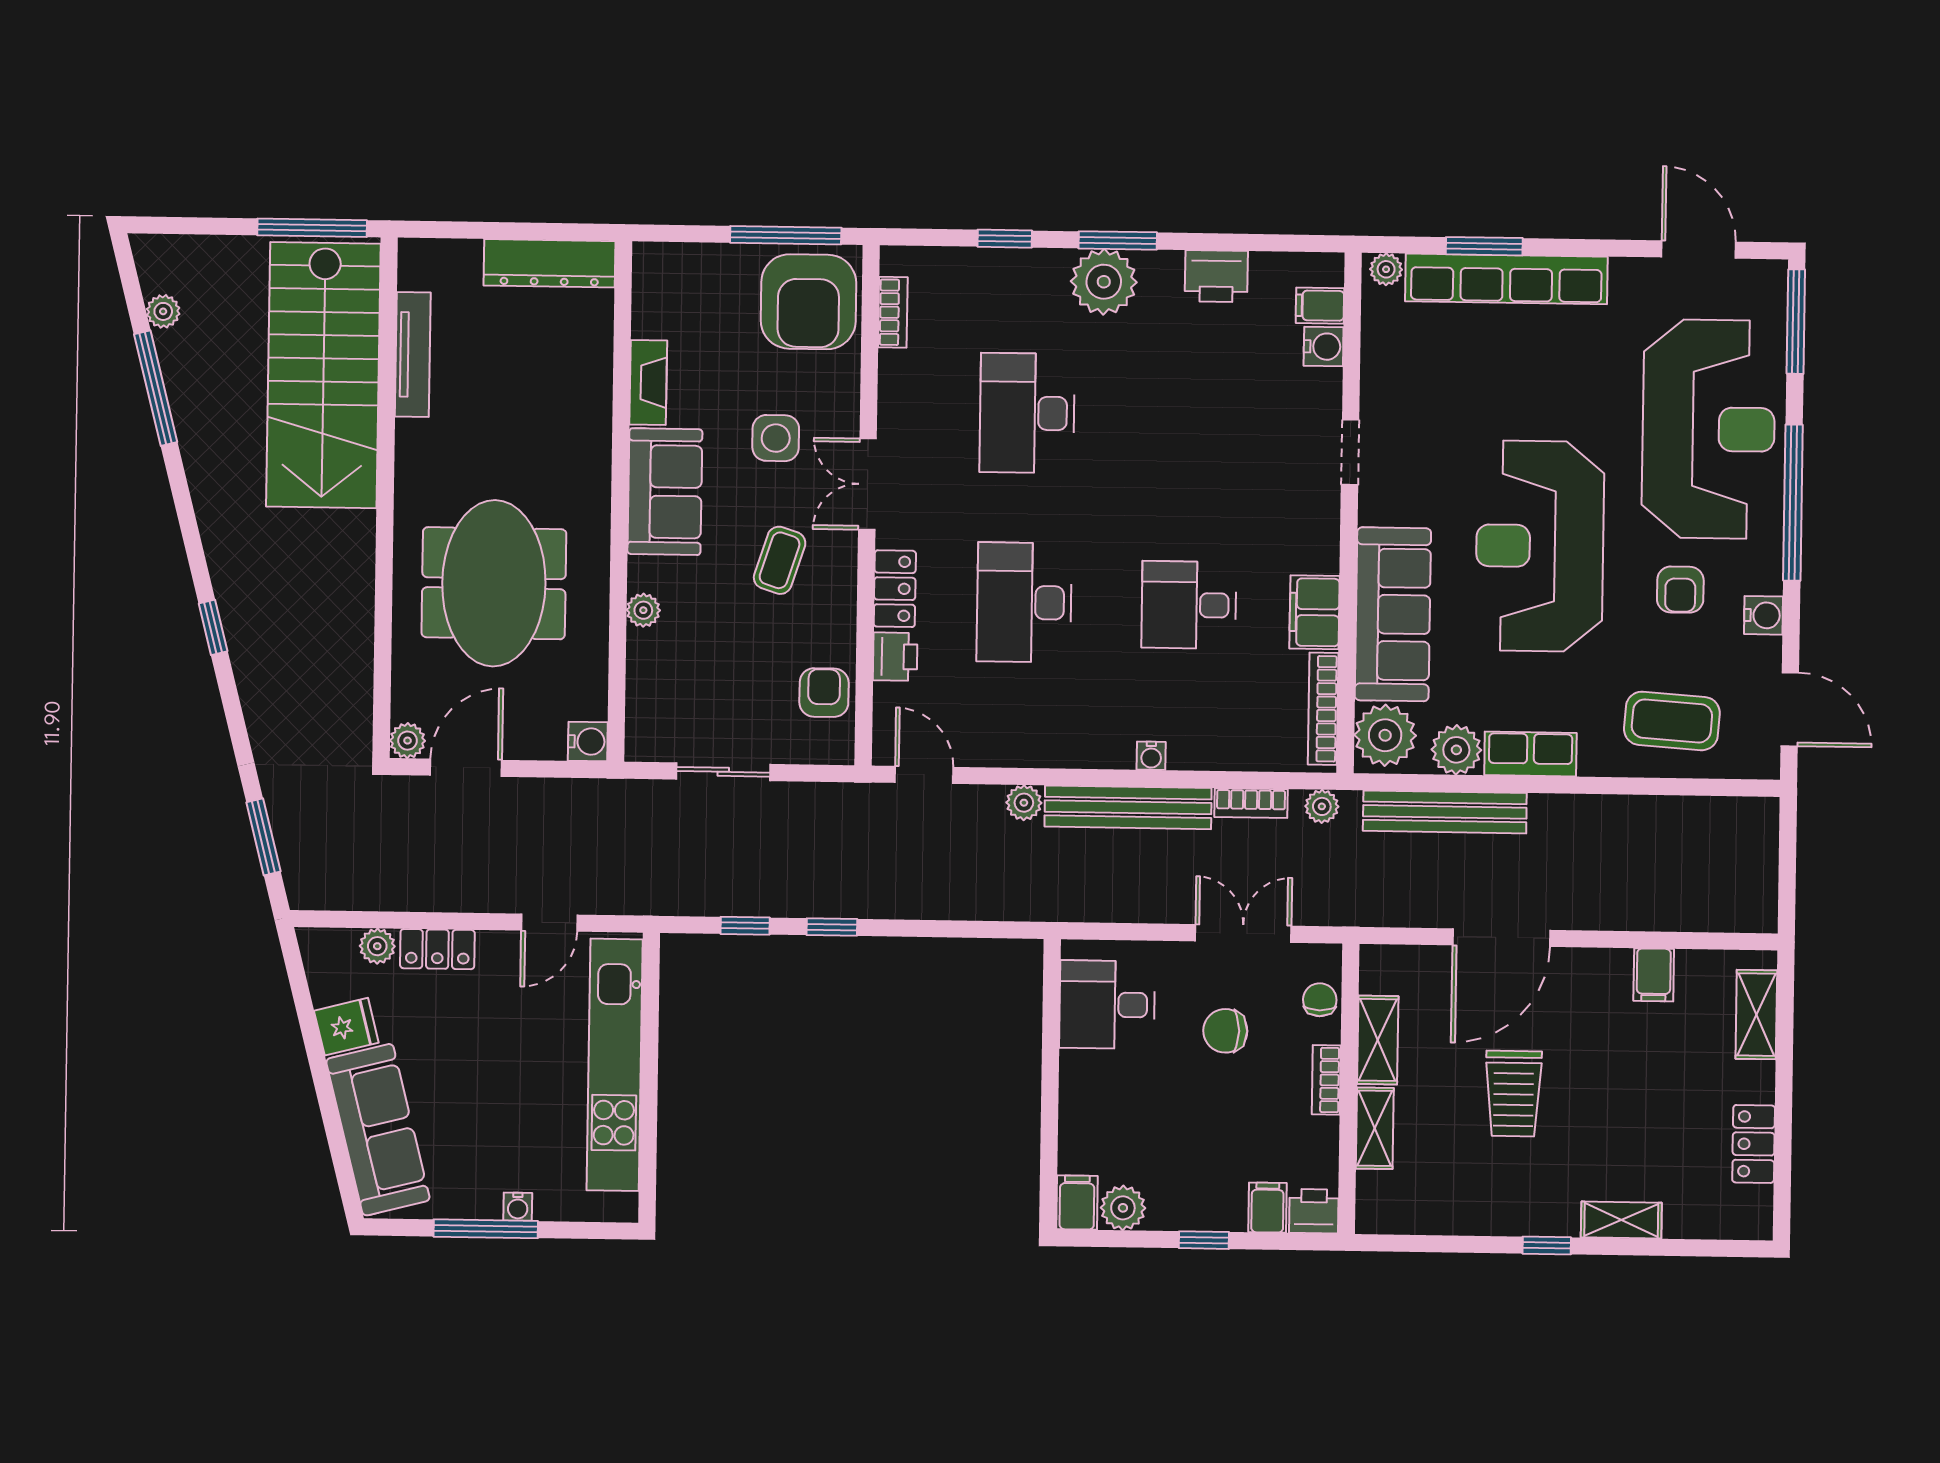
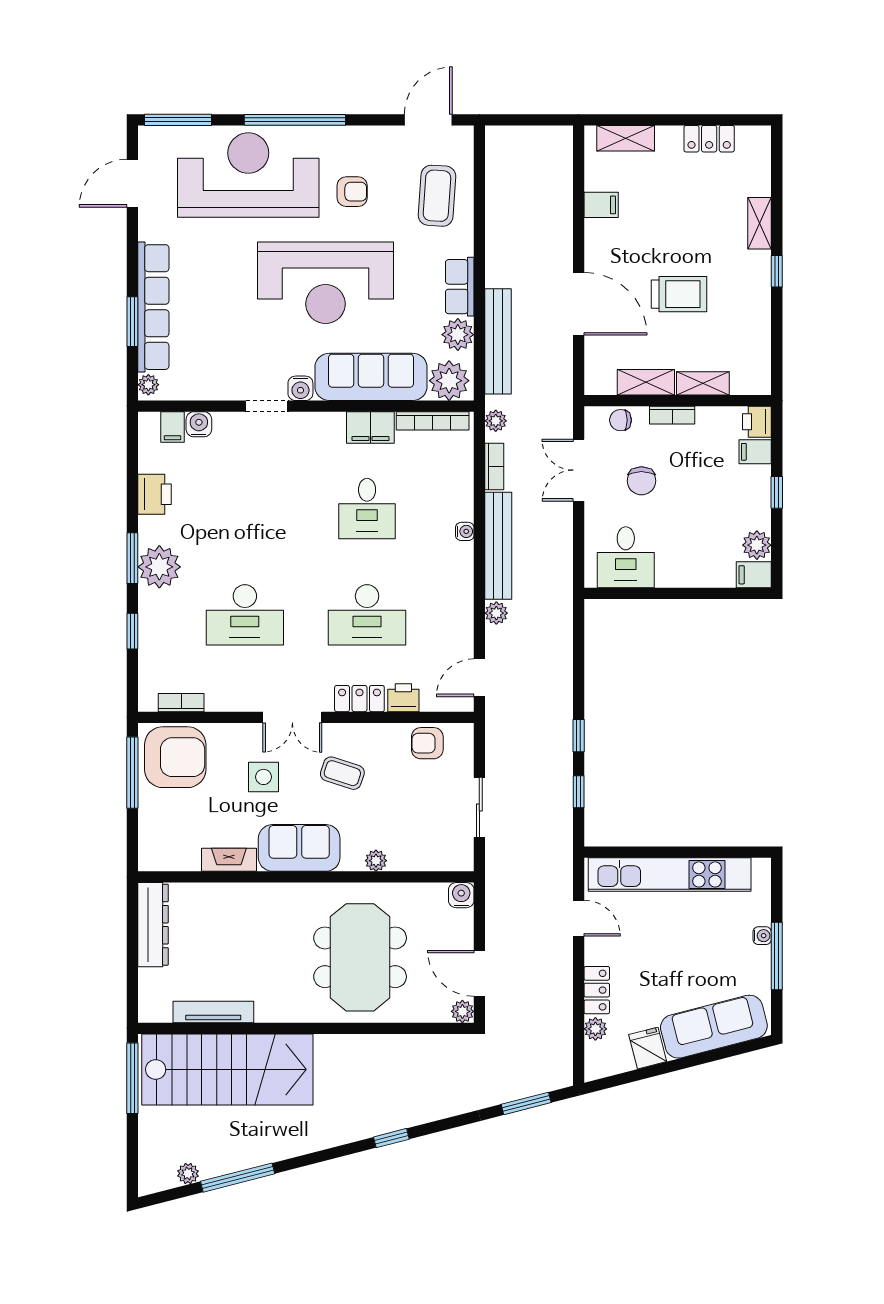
meeting table: (494, 583) -> (360, 957), turned 90
water cooler: (1764, 615) -> (300, 388), moved, turned 180

